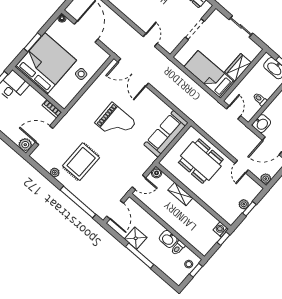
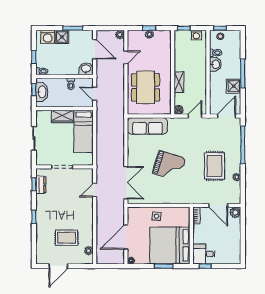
door: (234, 112) -> (95, 94), hinge flipped
grand piano: (115, 122) -> (169, 166), turned 108
rug: (81, 162) -> (214, 166), turned 90
door: (139, 182) -> (195, 116), hinge flipped
washing machine: (221, 229) -> (196, 35), moved

